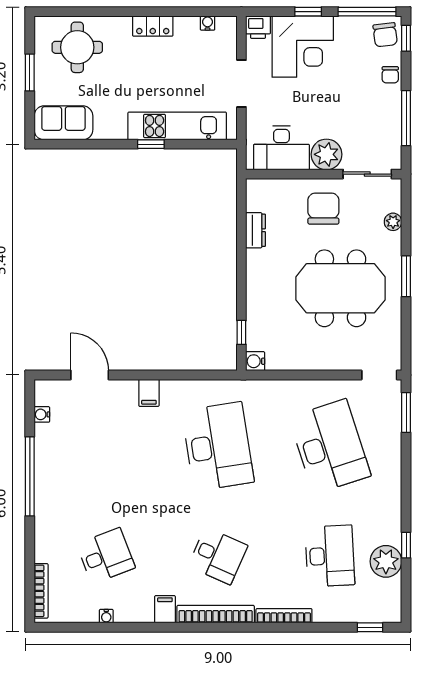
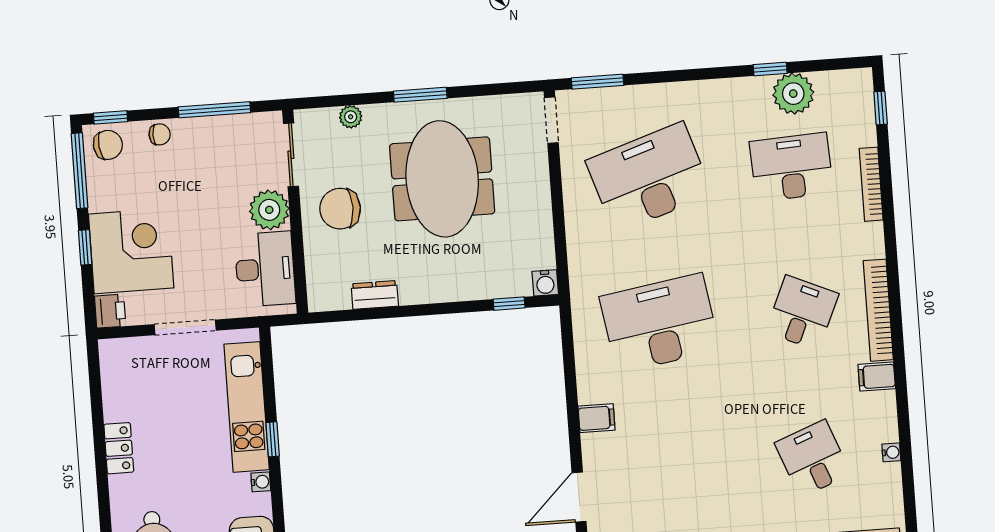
water cooler: (208, 23) -> (261, 482), moved, turned 180
bookcase: (284, 616) -> (871, 184), moved

